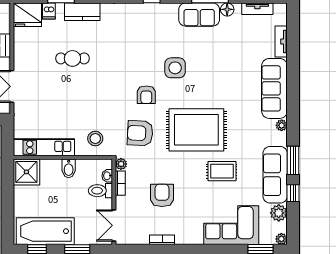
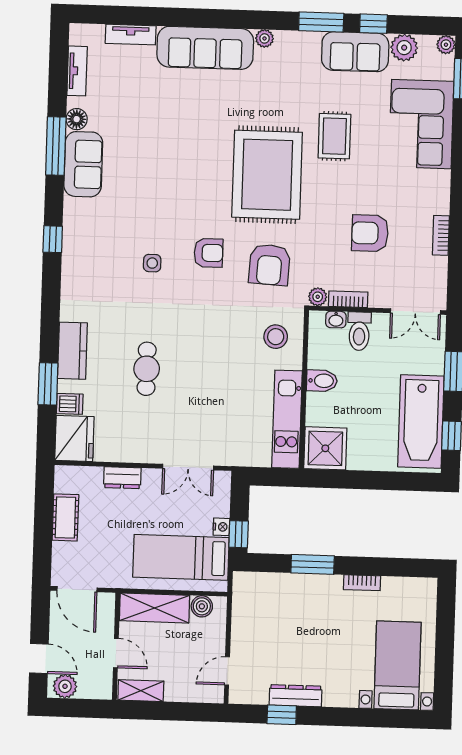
side table: (175, 68) -> (152, 263), moved, width x0.54, depth x0.54
sofa: (275, 175) -> (355, 52), width x0.73

